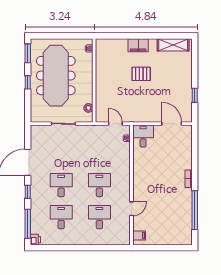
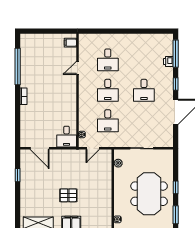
meeting table: (56, 76) -> (149, 194), width x0.73
door: (115, 124) -> (93, 148), hinge flipped
desk: (61, 217) -> (108, 121), moved
printer: (35, 240) -> (168, 62), moved

